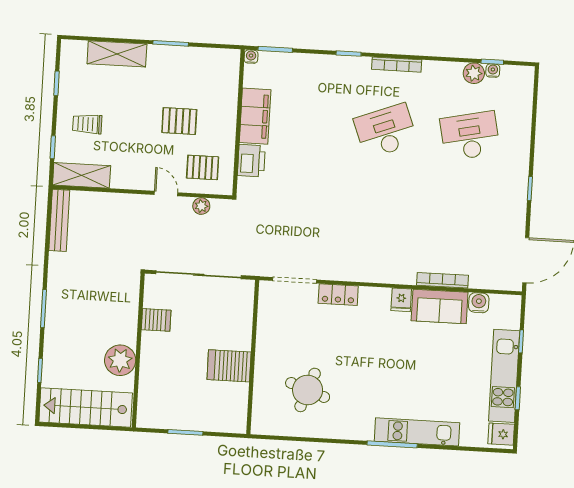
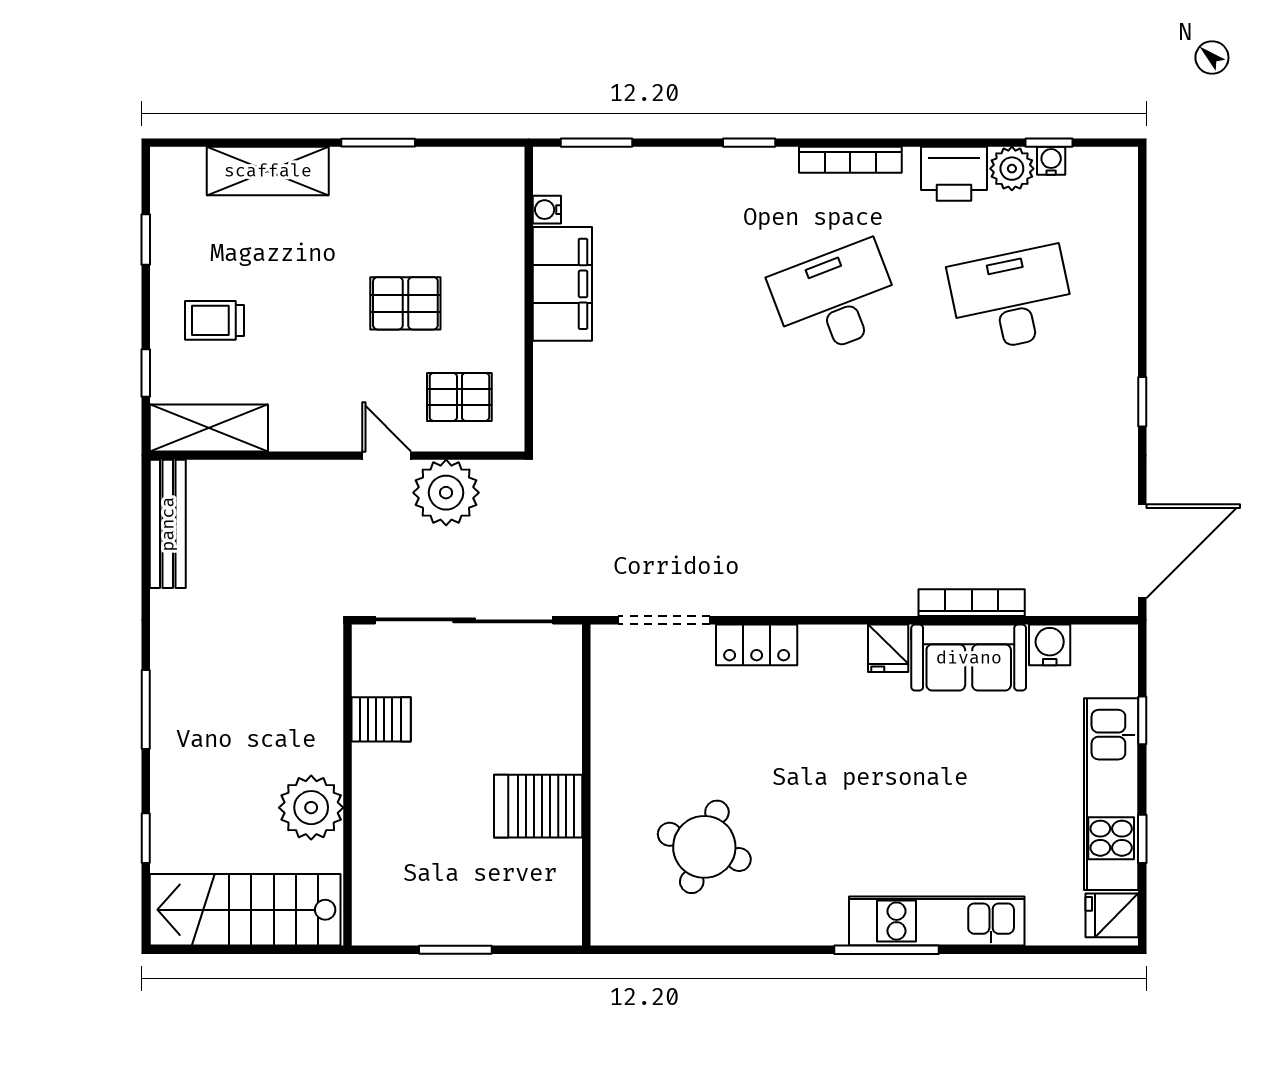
water cooler: (251, 57) -> (547, 210), moved, turned -90
printer: (251, 161) -> (954, 174), moved, turned 90
plant: (201, 206) -> (446, 493), width x1.87, depth x1.87

